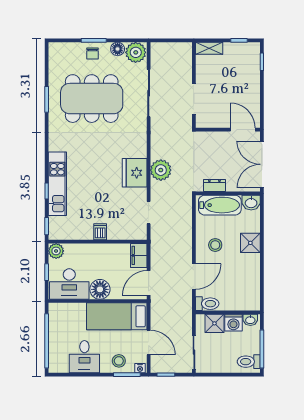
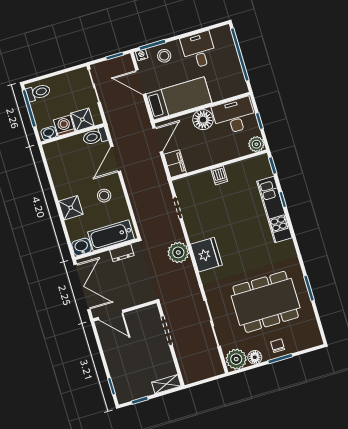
fridge: (135, 173) -> (206, 255), moved

